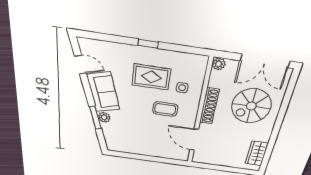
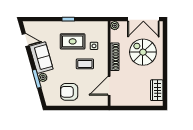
spiral stairs: (251, 106) -> (143, 52), turned 90
armchair: (139, 139) -> (69, 92), added
door: (194, 140) -> (109, 86), hinge flipped

